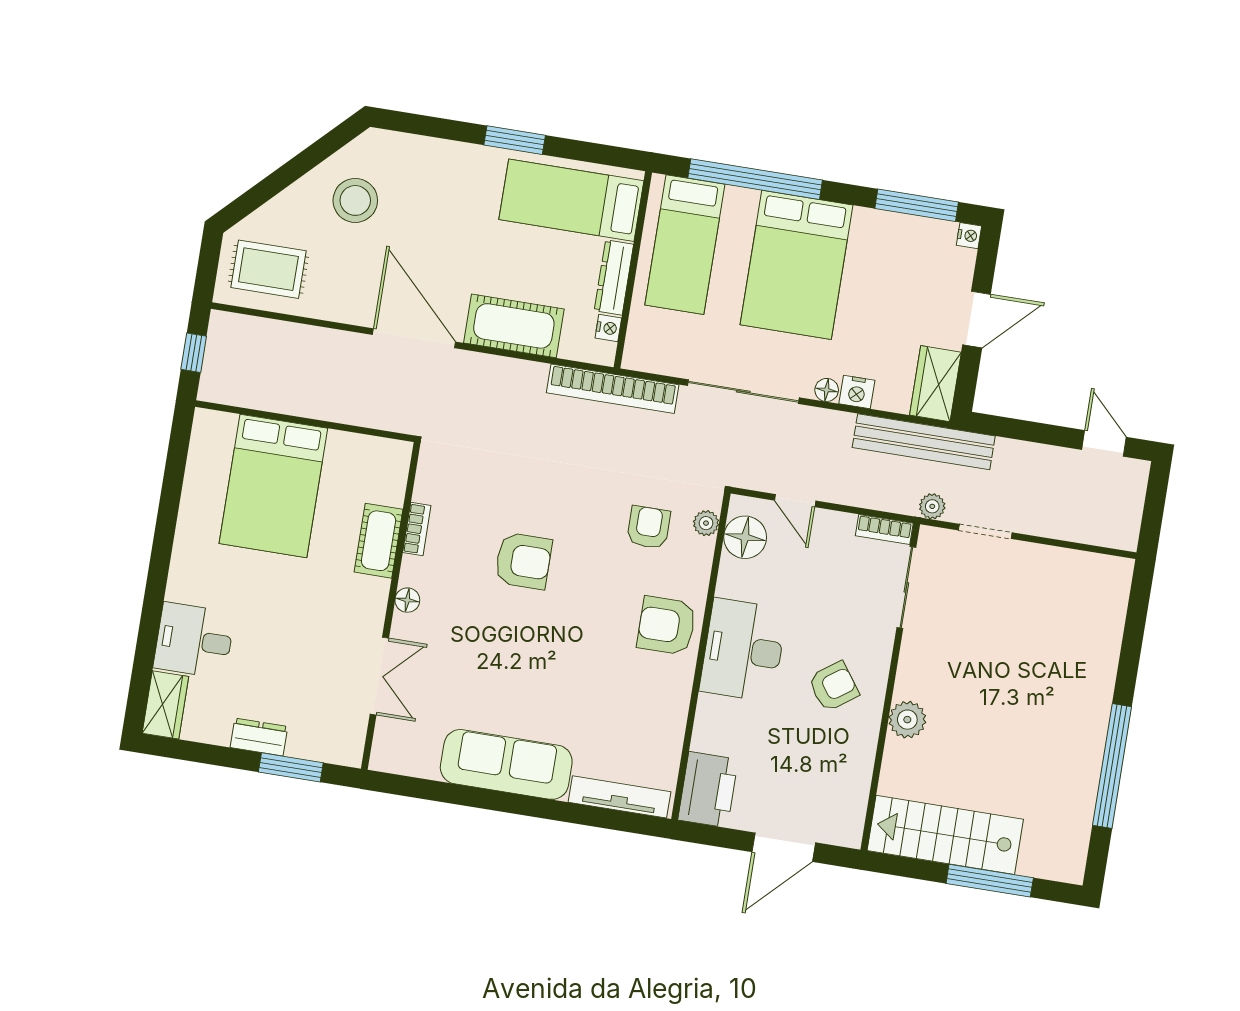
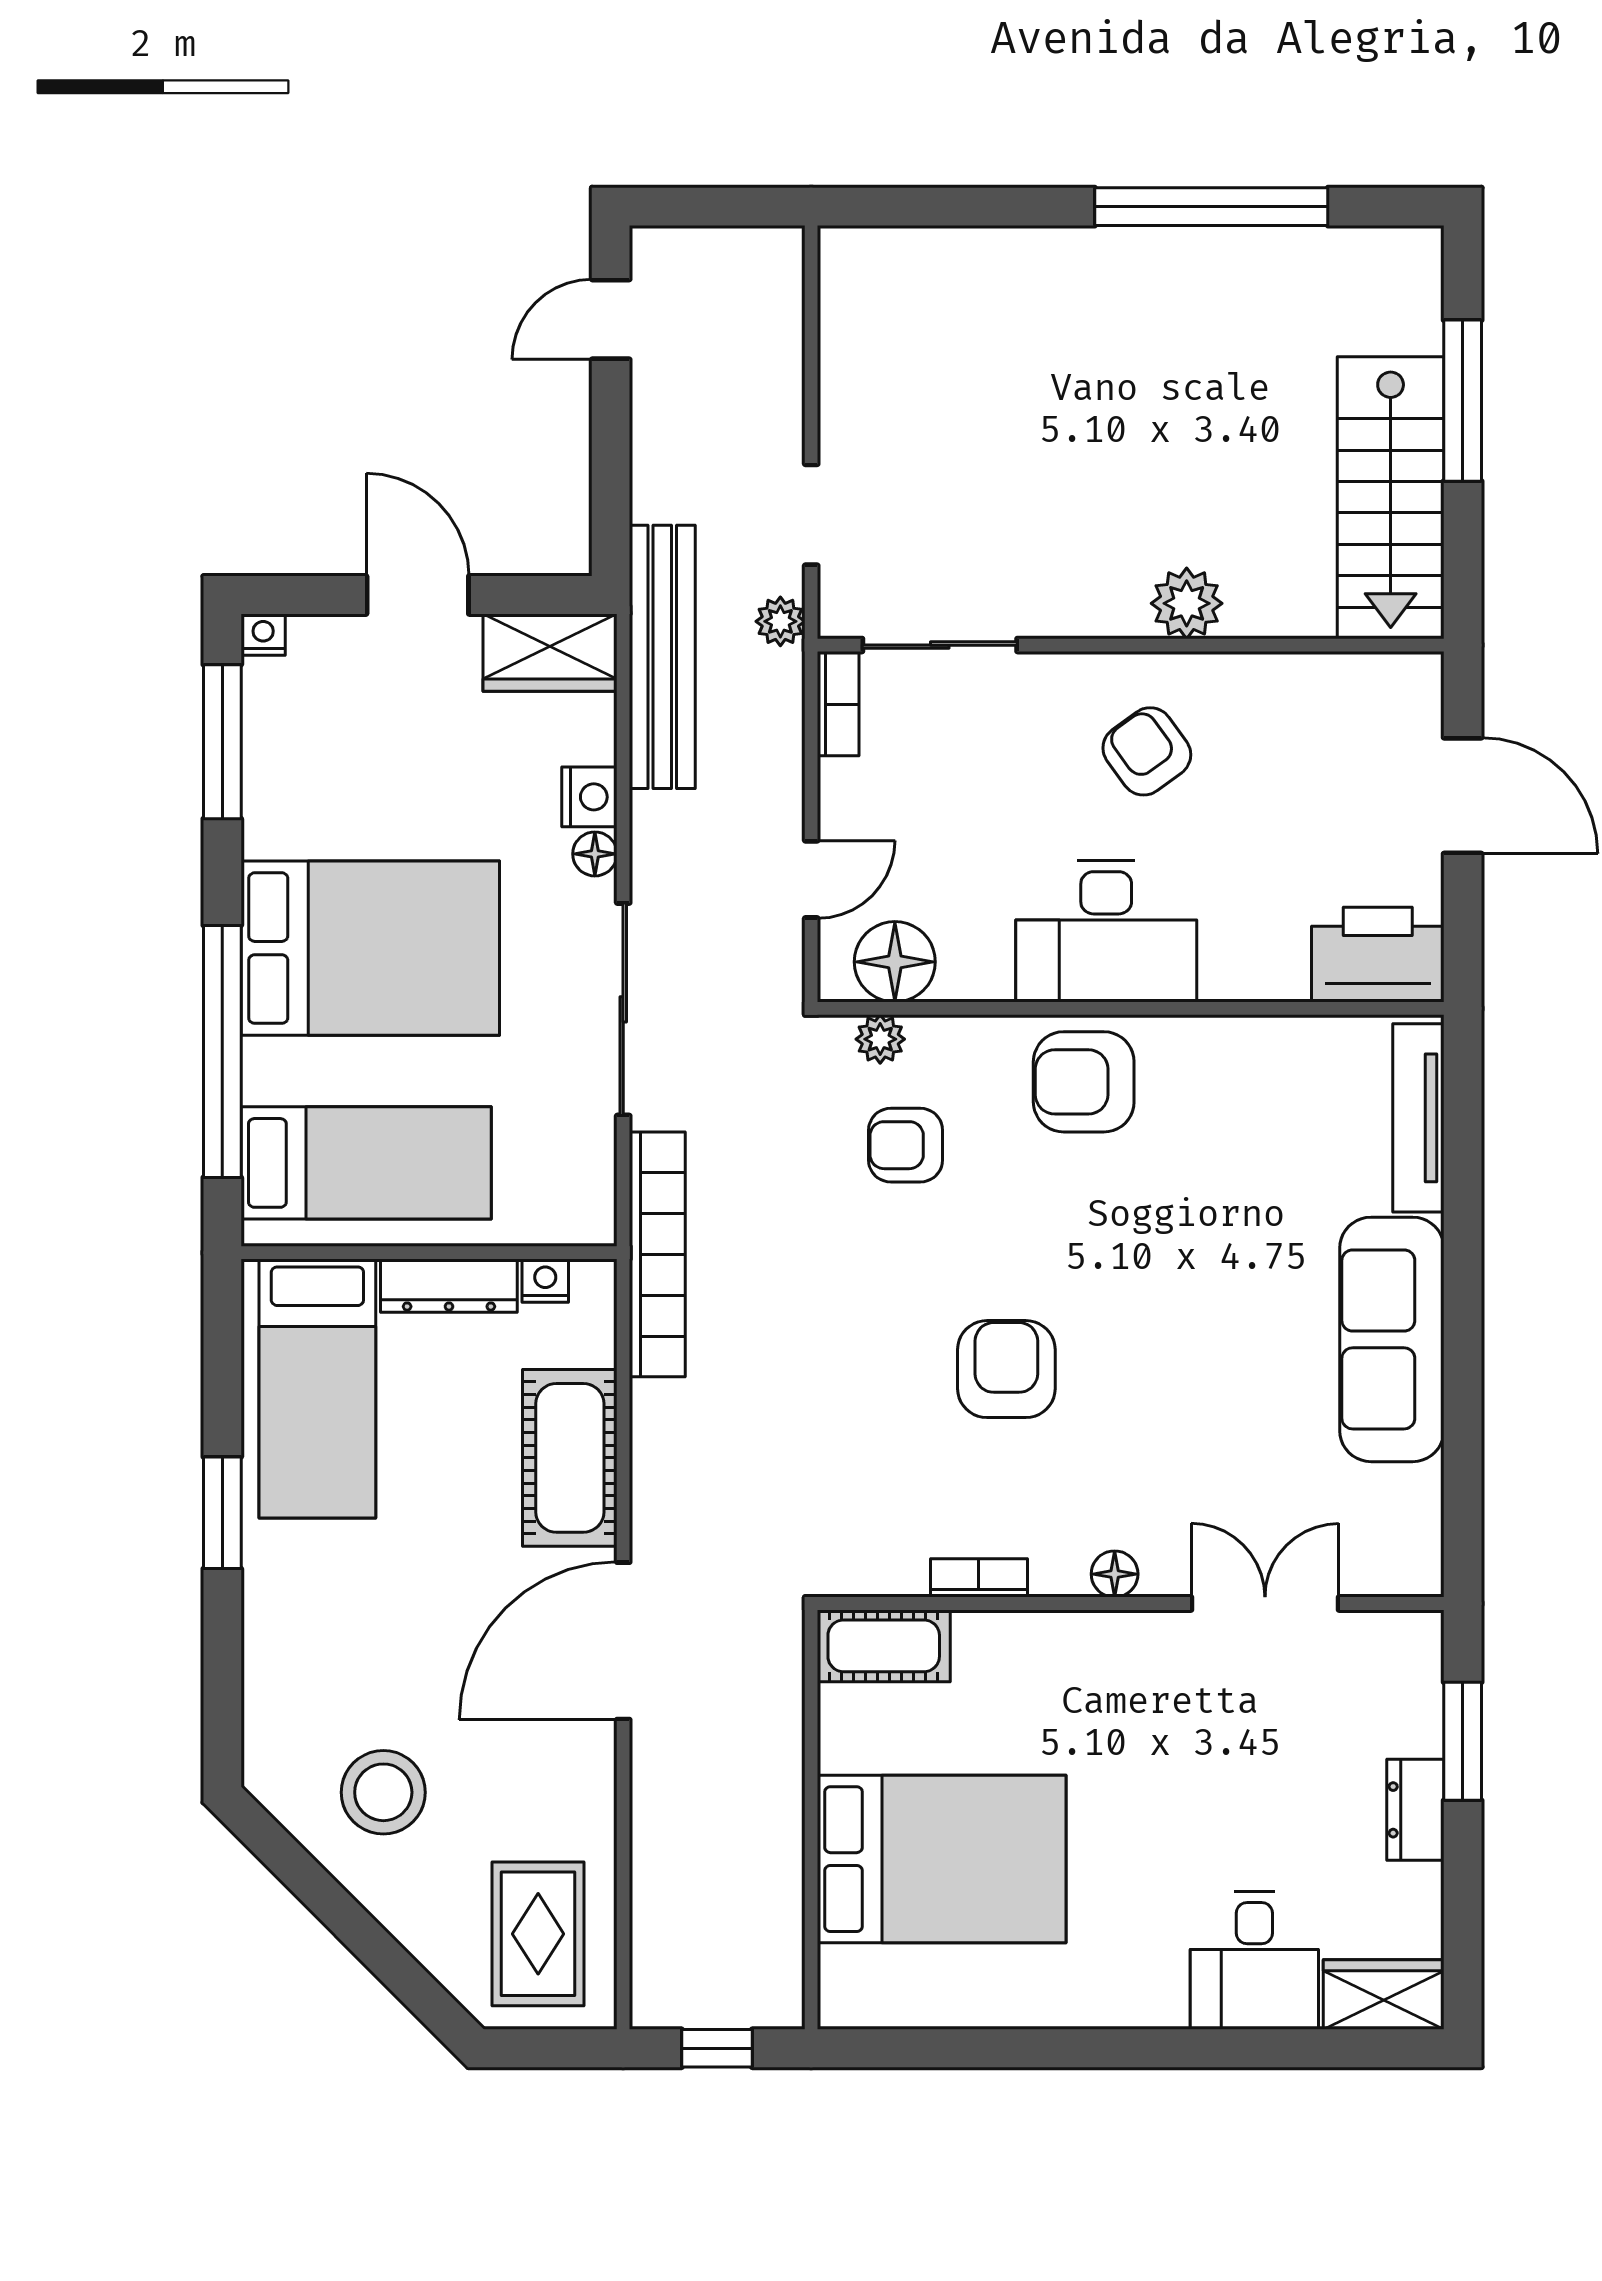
cot: (379, 541) -> (884, 1646), moved
armchair: (667, 626) -> (1084, 1082), turned 90

